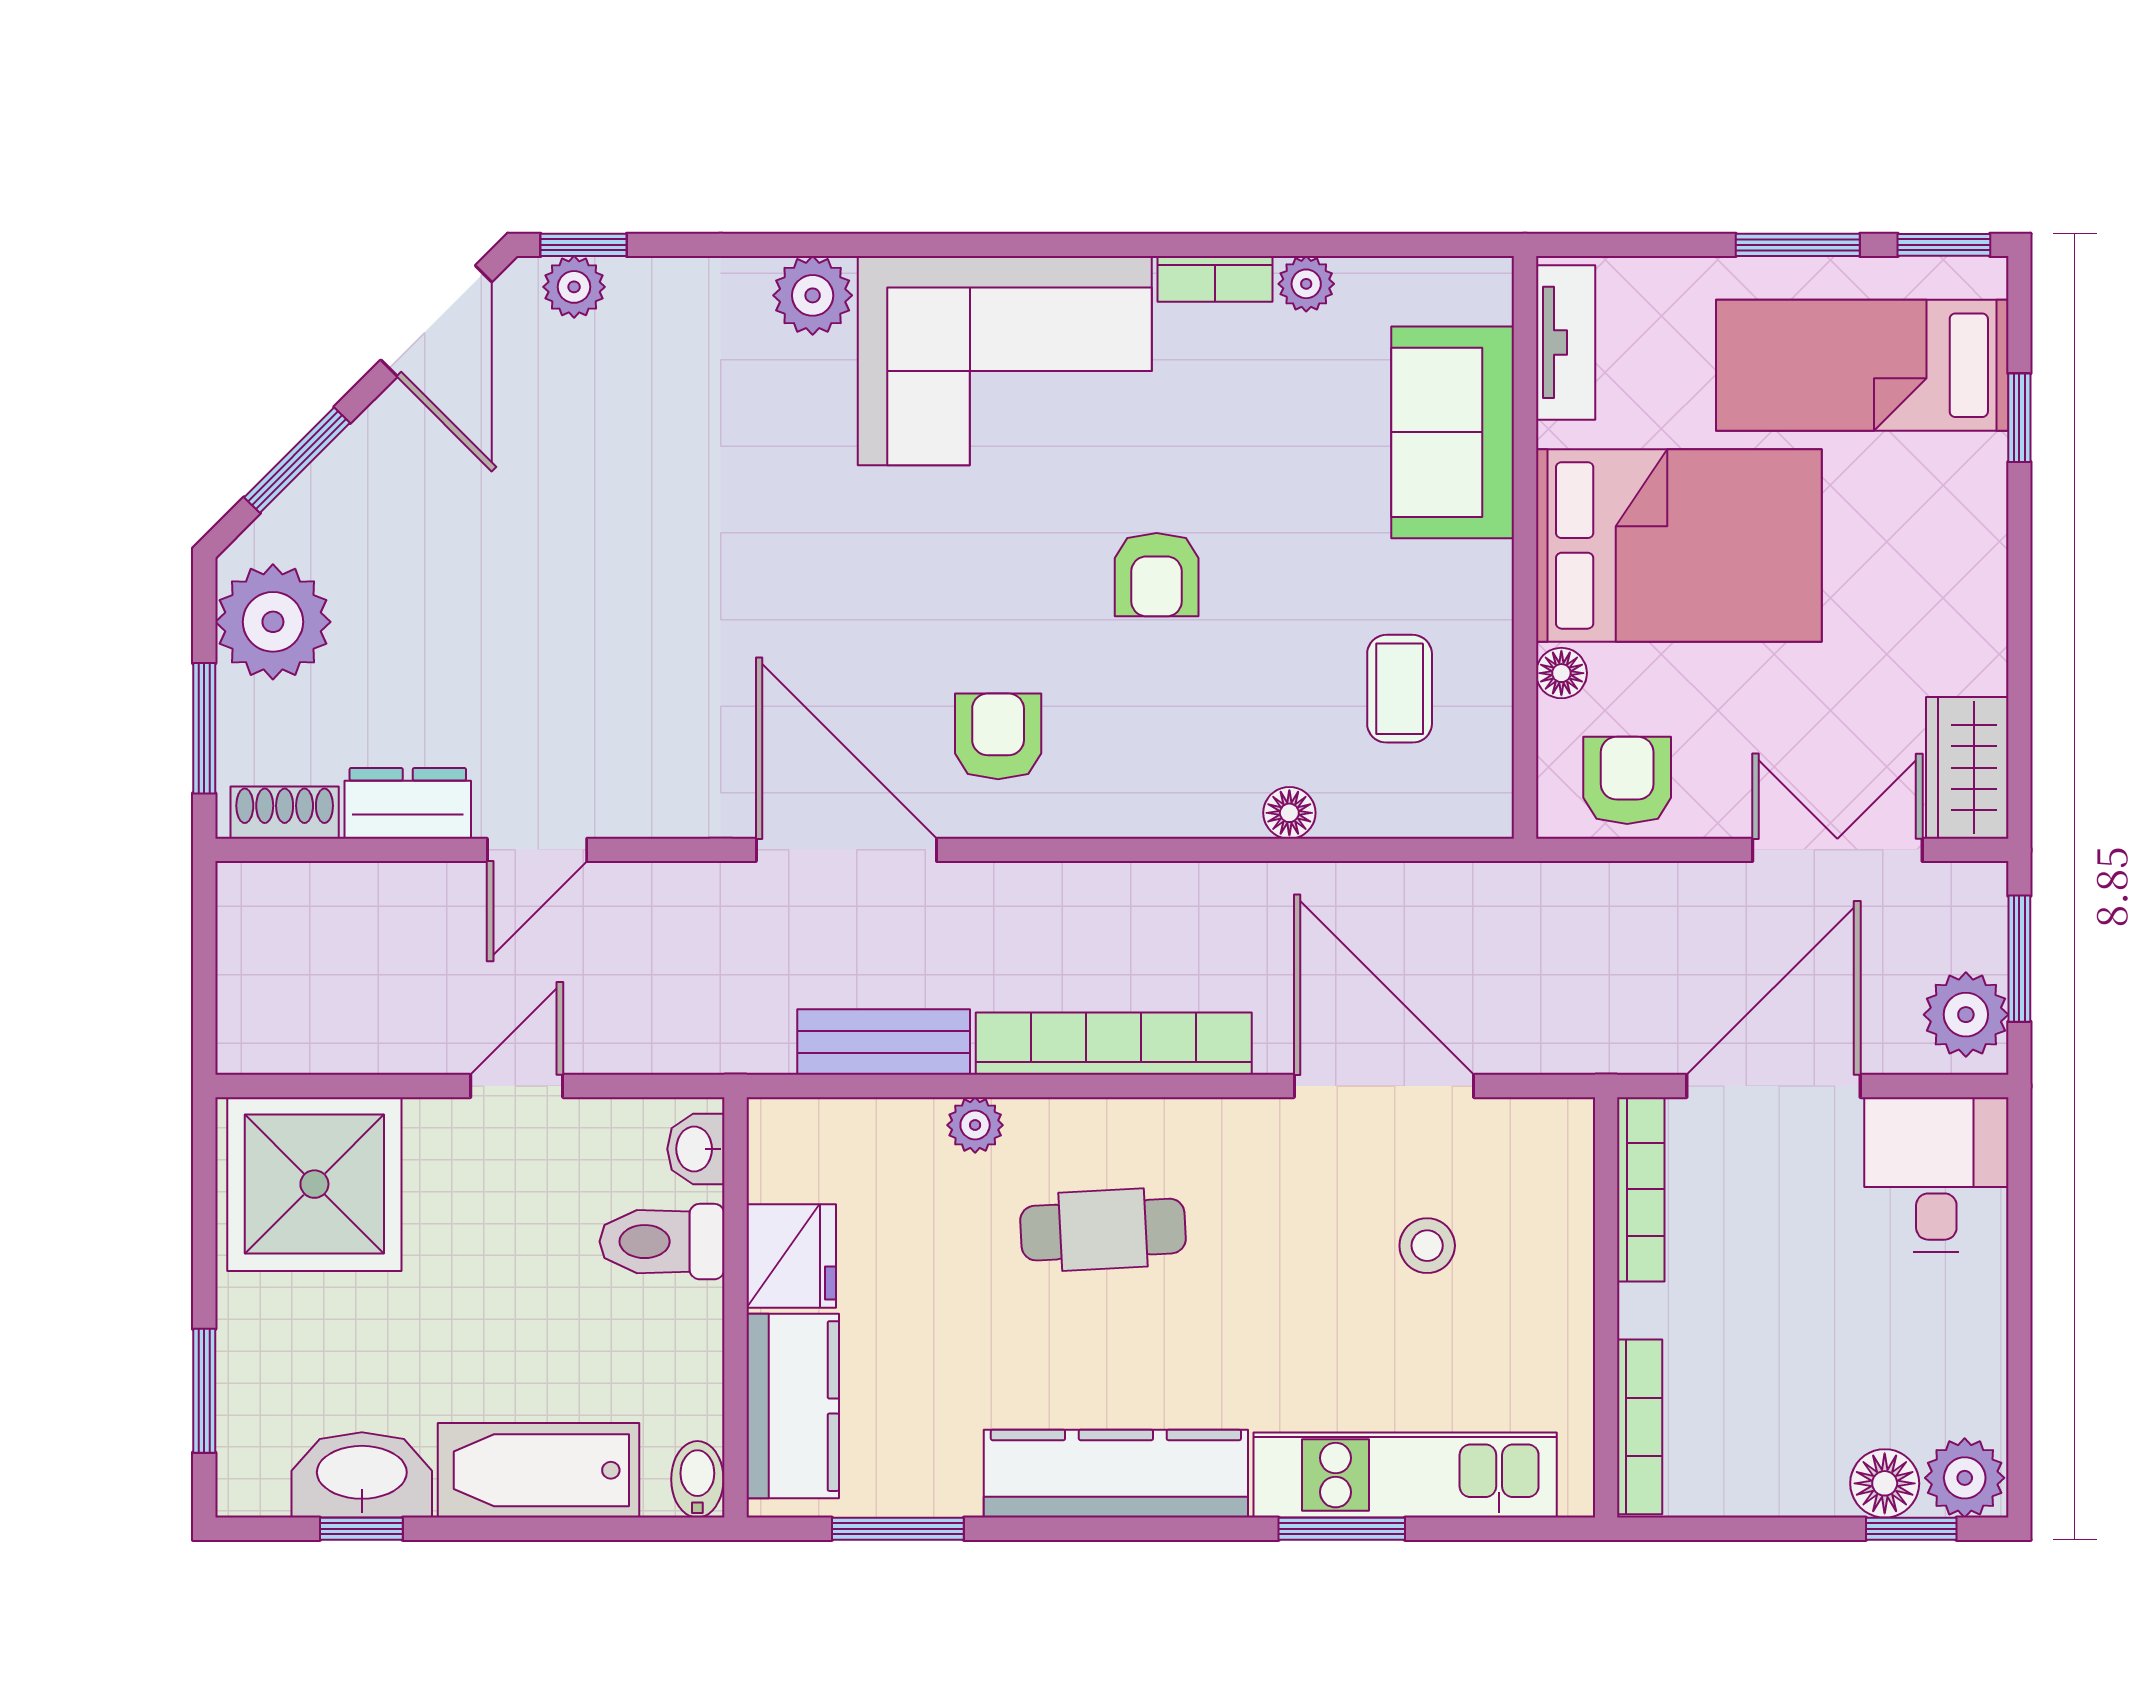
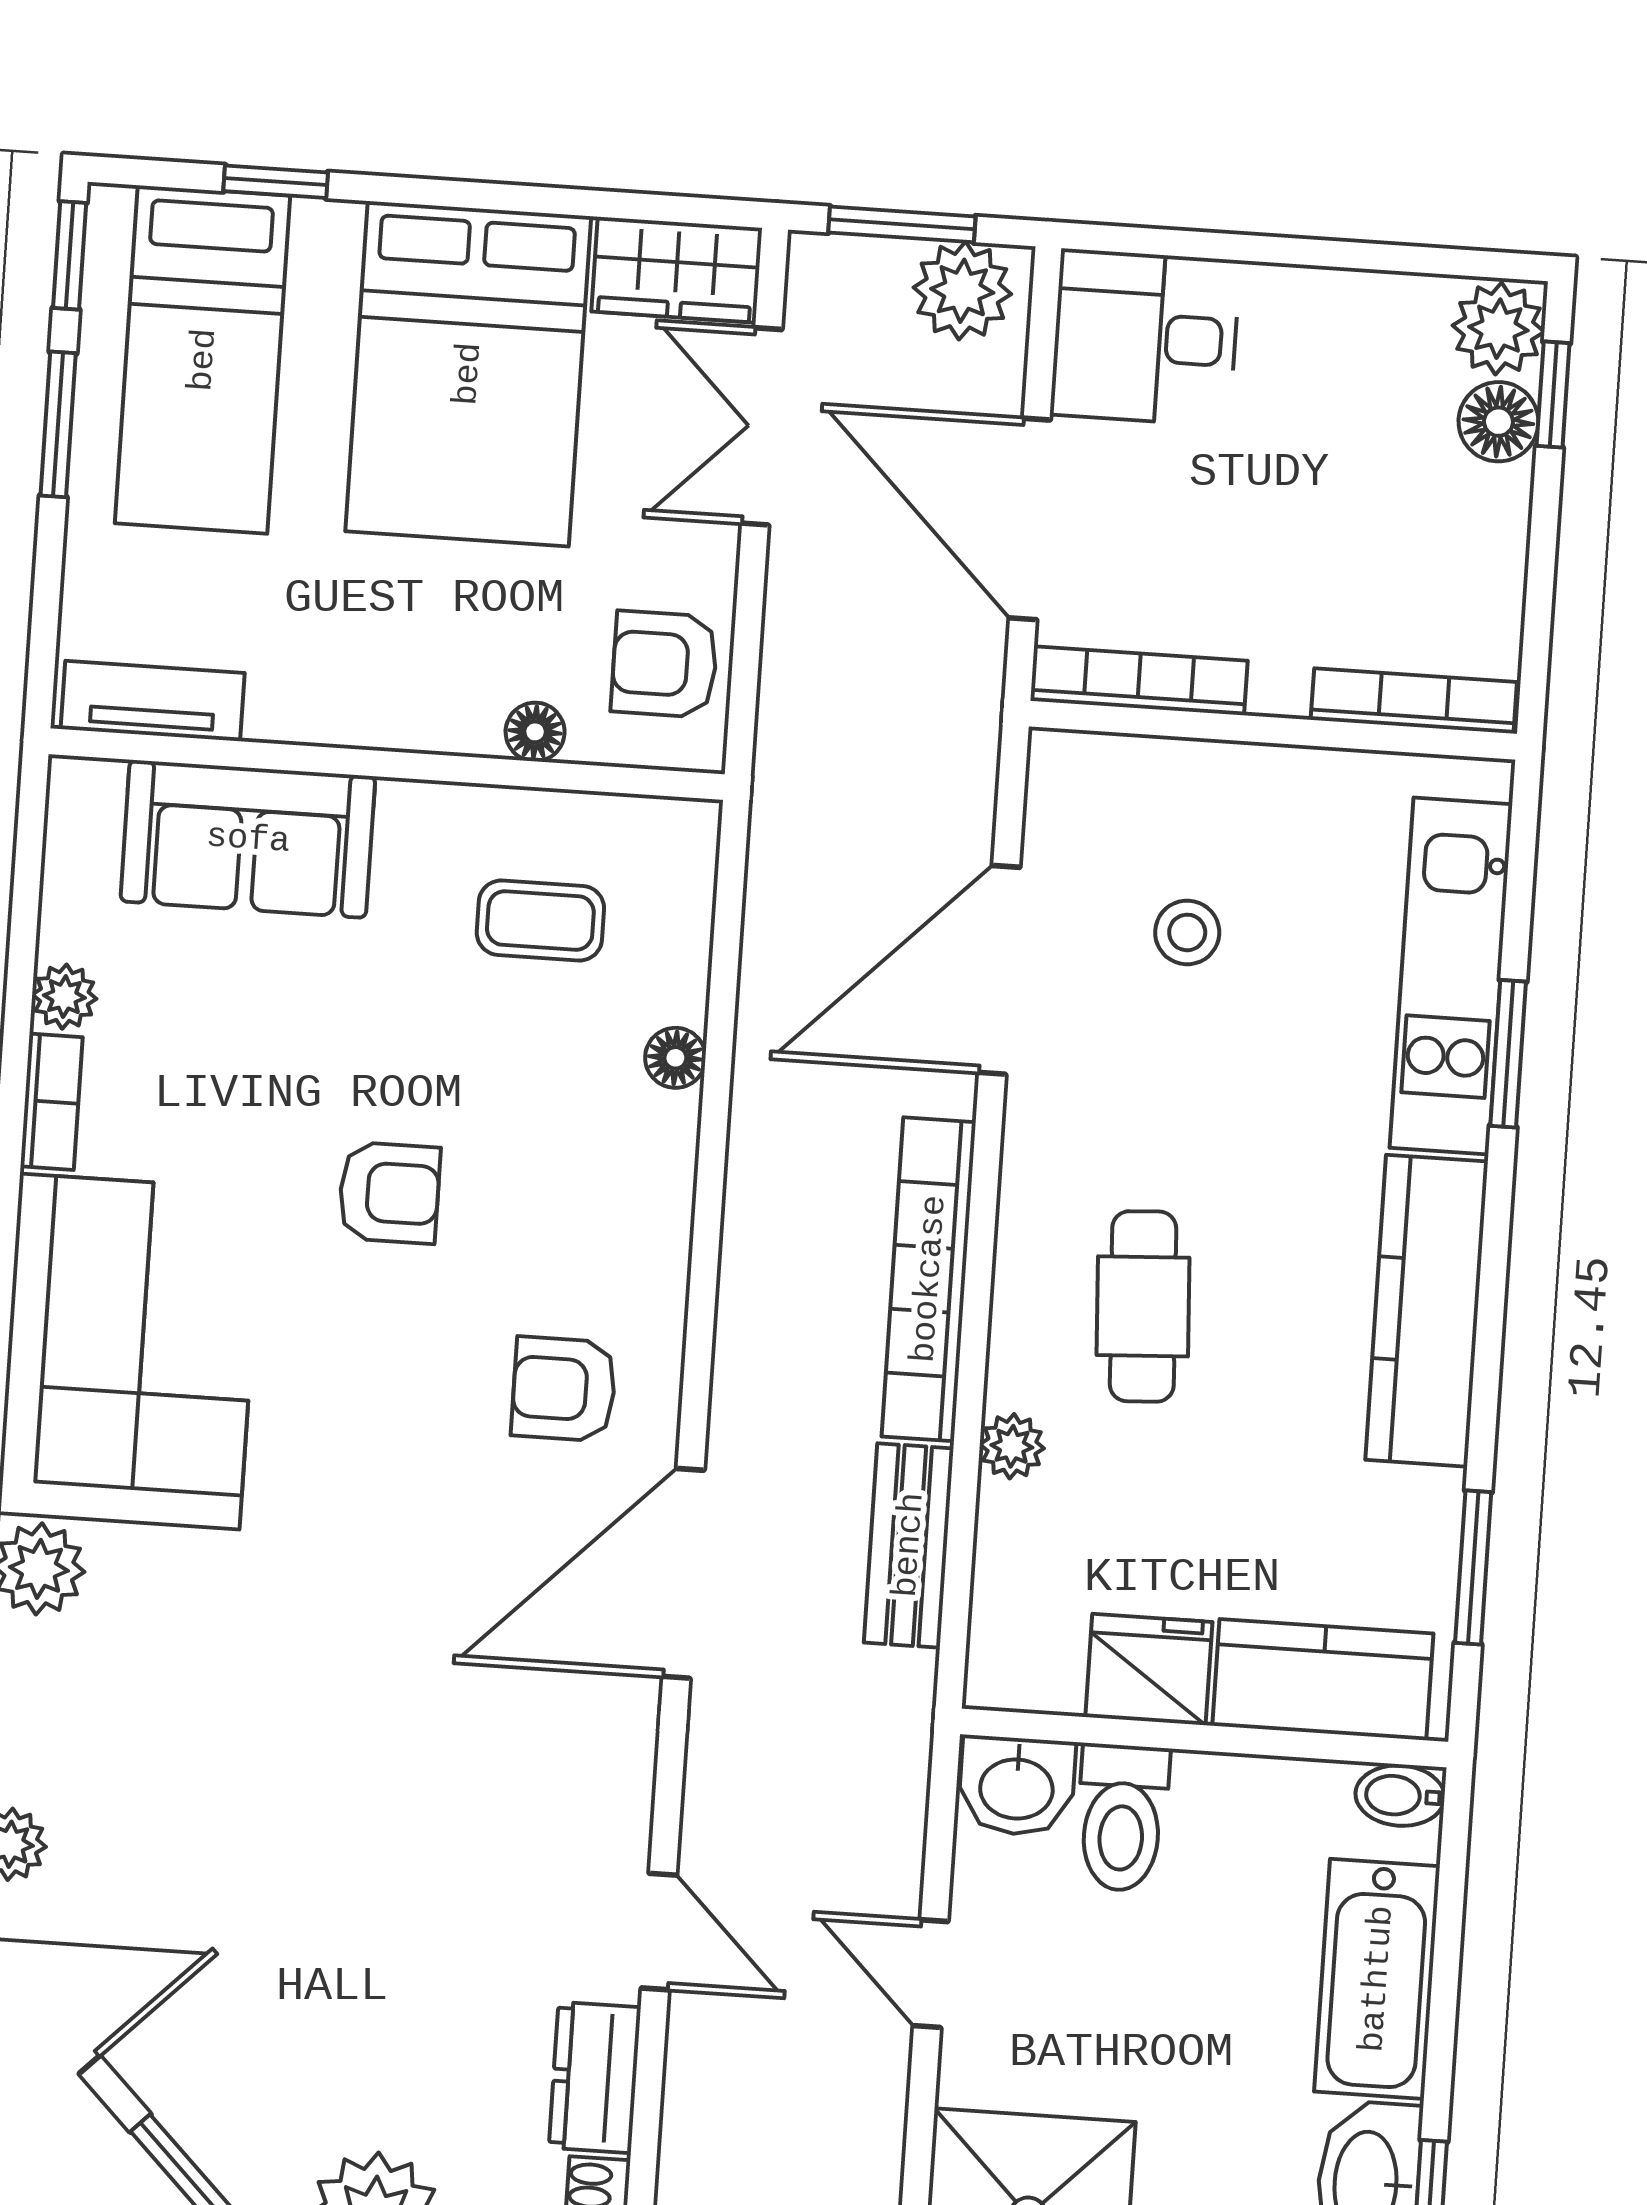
bed: (1679, 545) -> (468, 374), moved, turned 180
washbasin: (696, 1149) -> (1017, 1786), width x1.38, depth x1.45

